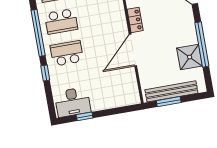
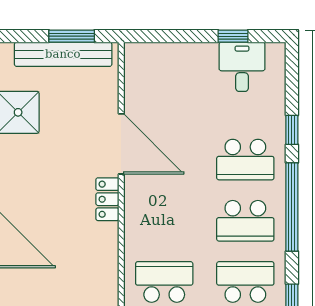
school desk: (61, 21) -> (245, 221), turned 180
door: (133, 50) -> (121, 144), hinge flipped
desk: (73, 102) -> (242, 67), width x0.73

